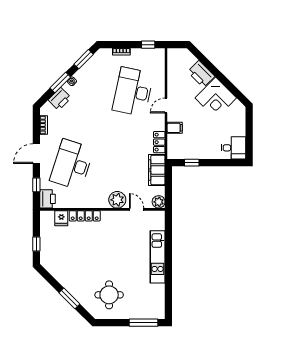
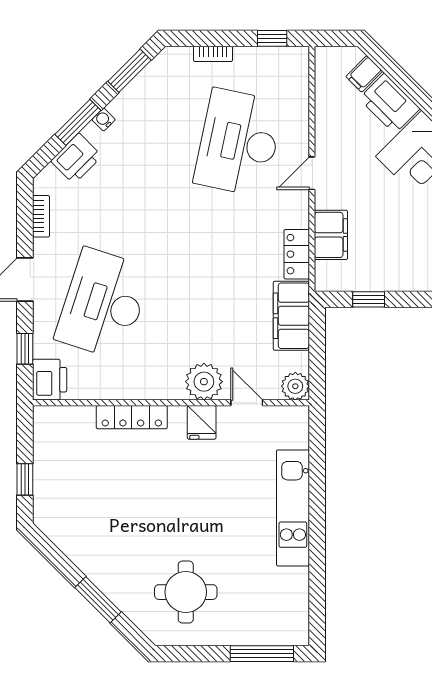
filing cabinet: (190, 61) -> (364, 74), added
filing cabinet: (175, 128) -> (331, 235), width x2.00
fridge: (61, 218) -> (202, 422), moved

